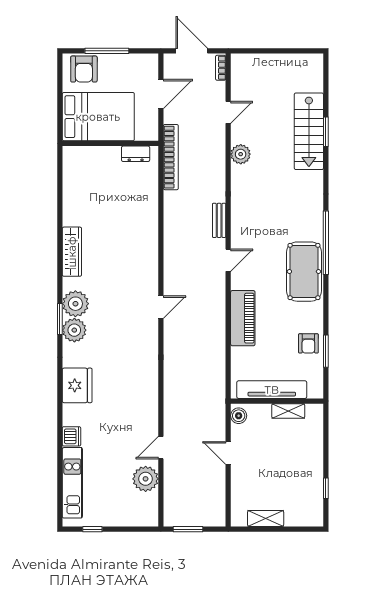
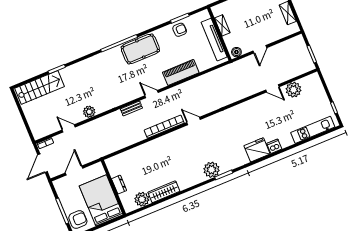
door: (161, 94) -> (74, 171), hinge flipped
stairs: (309, 131) -> (40, 87), moved
dresser: (136, 154) -> (119, 185), moved
bookcase: (171, 157) -> (164, 127), moved
wardrobe: (72, 252) -> (164, 192), moved
plant: (74, 330) -> (142, 199), moved
dishwasher: (72, 436) -> (274, 146), moved

